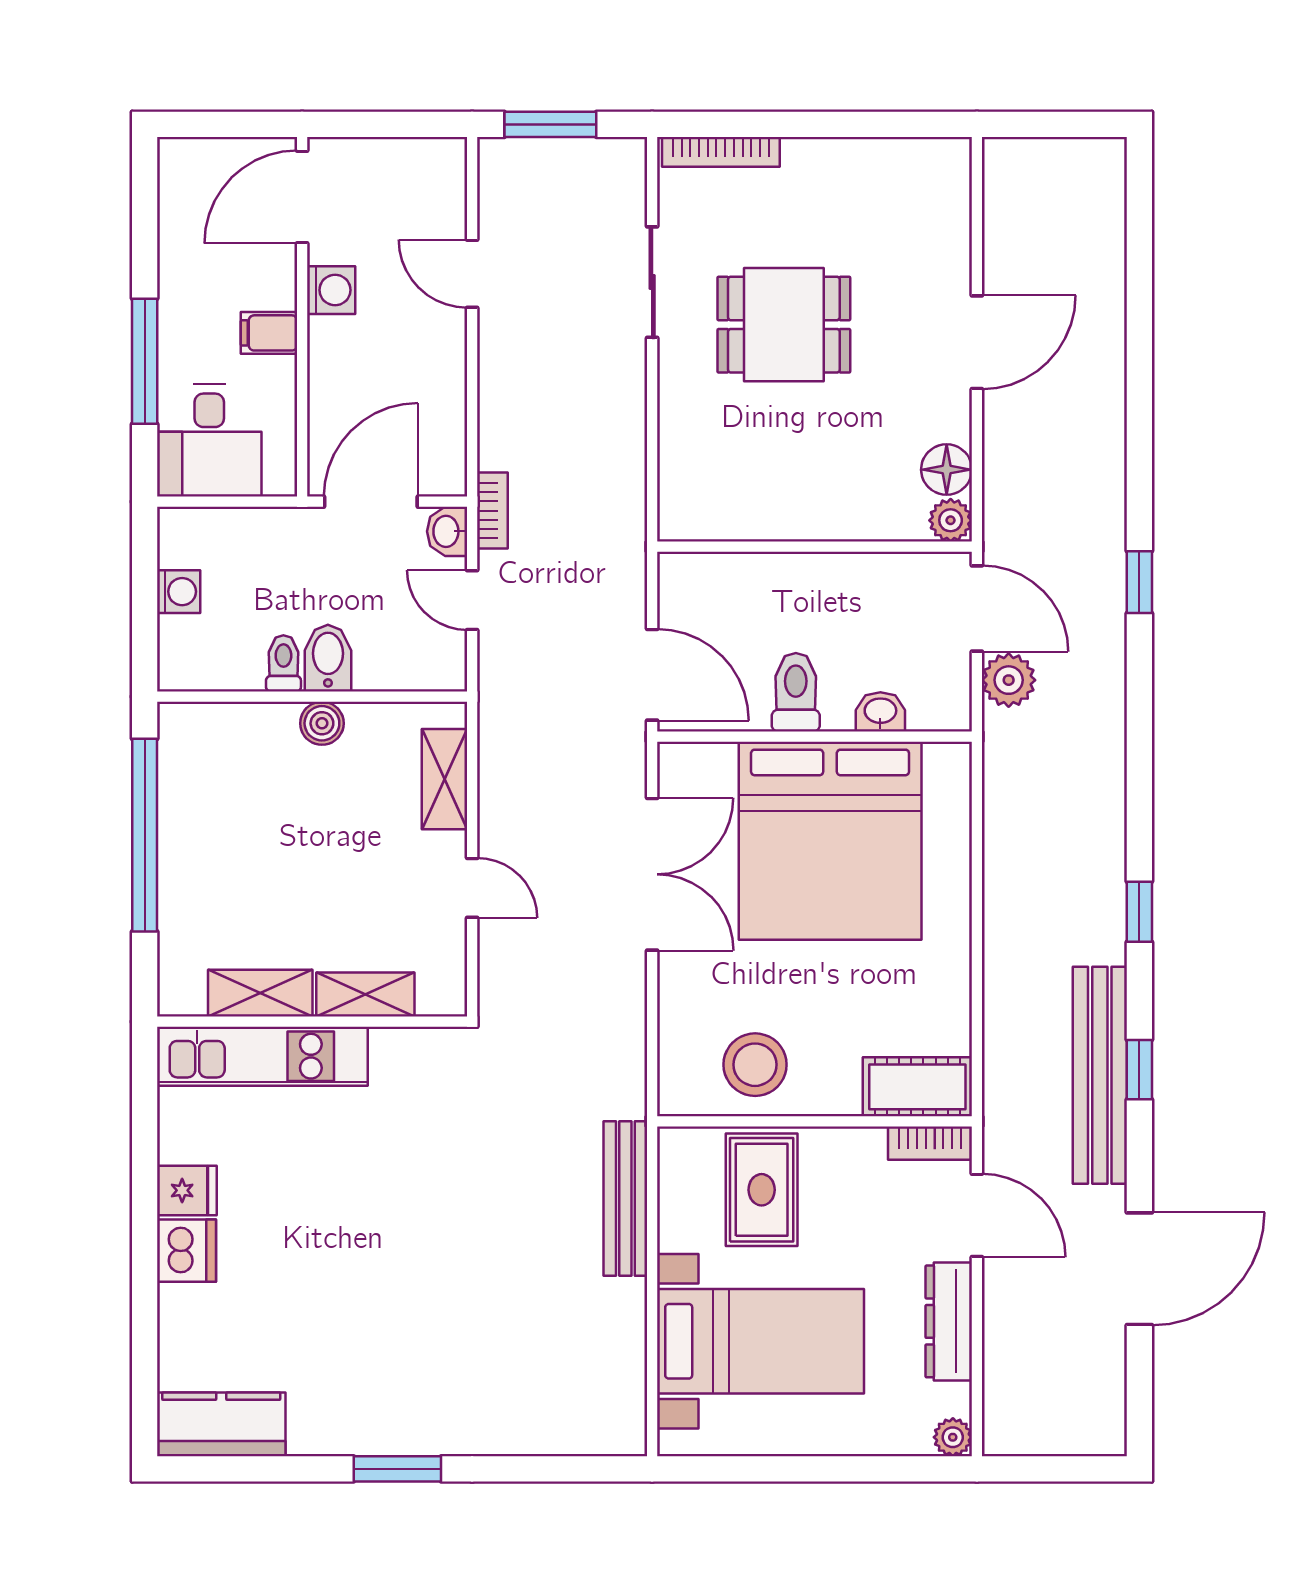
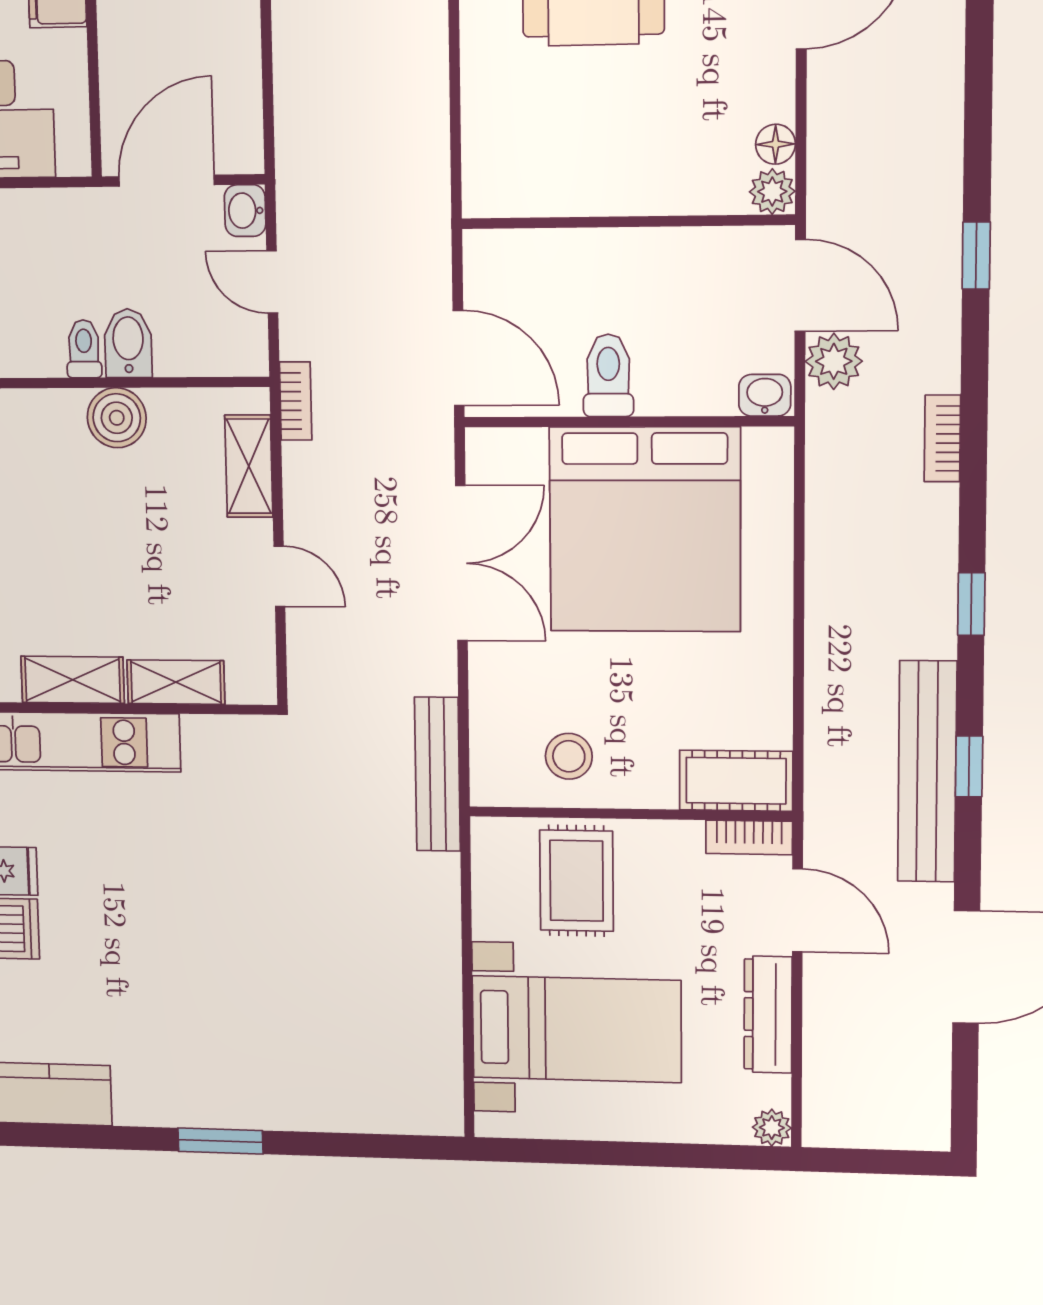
floor lamp: (947, 470) -> (776, 144), width x0.73, depth x0.73
bookcase: (492, 511) -> (296, 401), moved
washbasin: (880, 712) -> (765, 395), moved
boiler: (322, 723) -> (117, 418), width x1.36, depth x1.36
bookcase: (1110, 754) -> (942, 438), added
stool: (755, 1065) -> (569, 756), width x0.73, depth x0.73
bench: (625, 1199) -> (437, 774), moved

